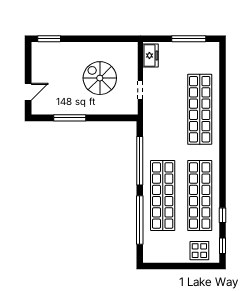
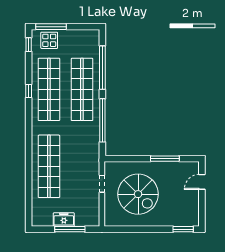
window: (189, 39) -> (70, 229), moved
freezer: (151, 56) -> (64, 219), moved, turned 90
spiral stairs: (100, 78) -> (138, 194), width x1.37, depth x1.37
window: (223, 215) -> (29, 91), moved
window: (197, 266) -> (51, 27), added

